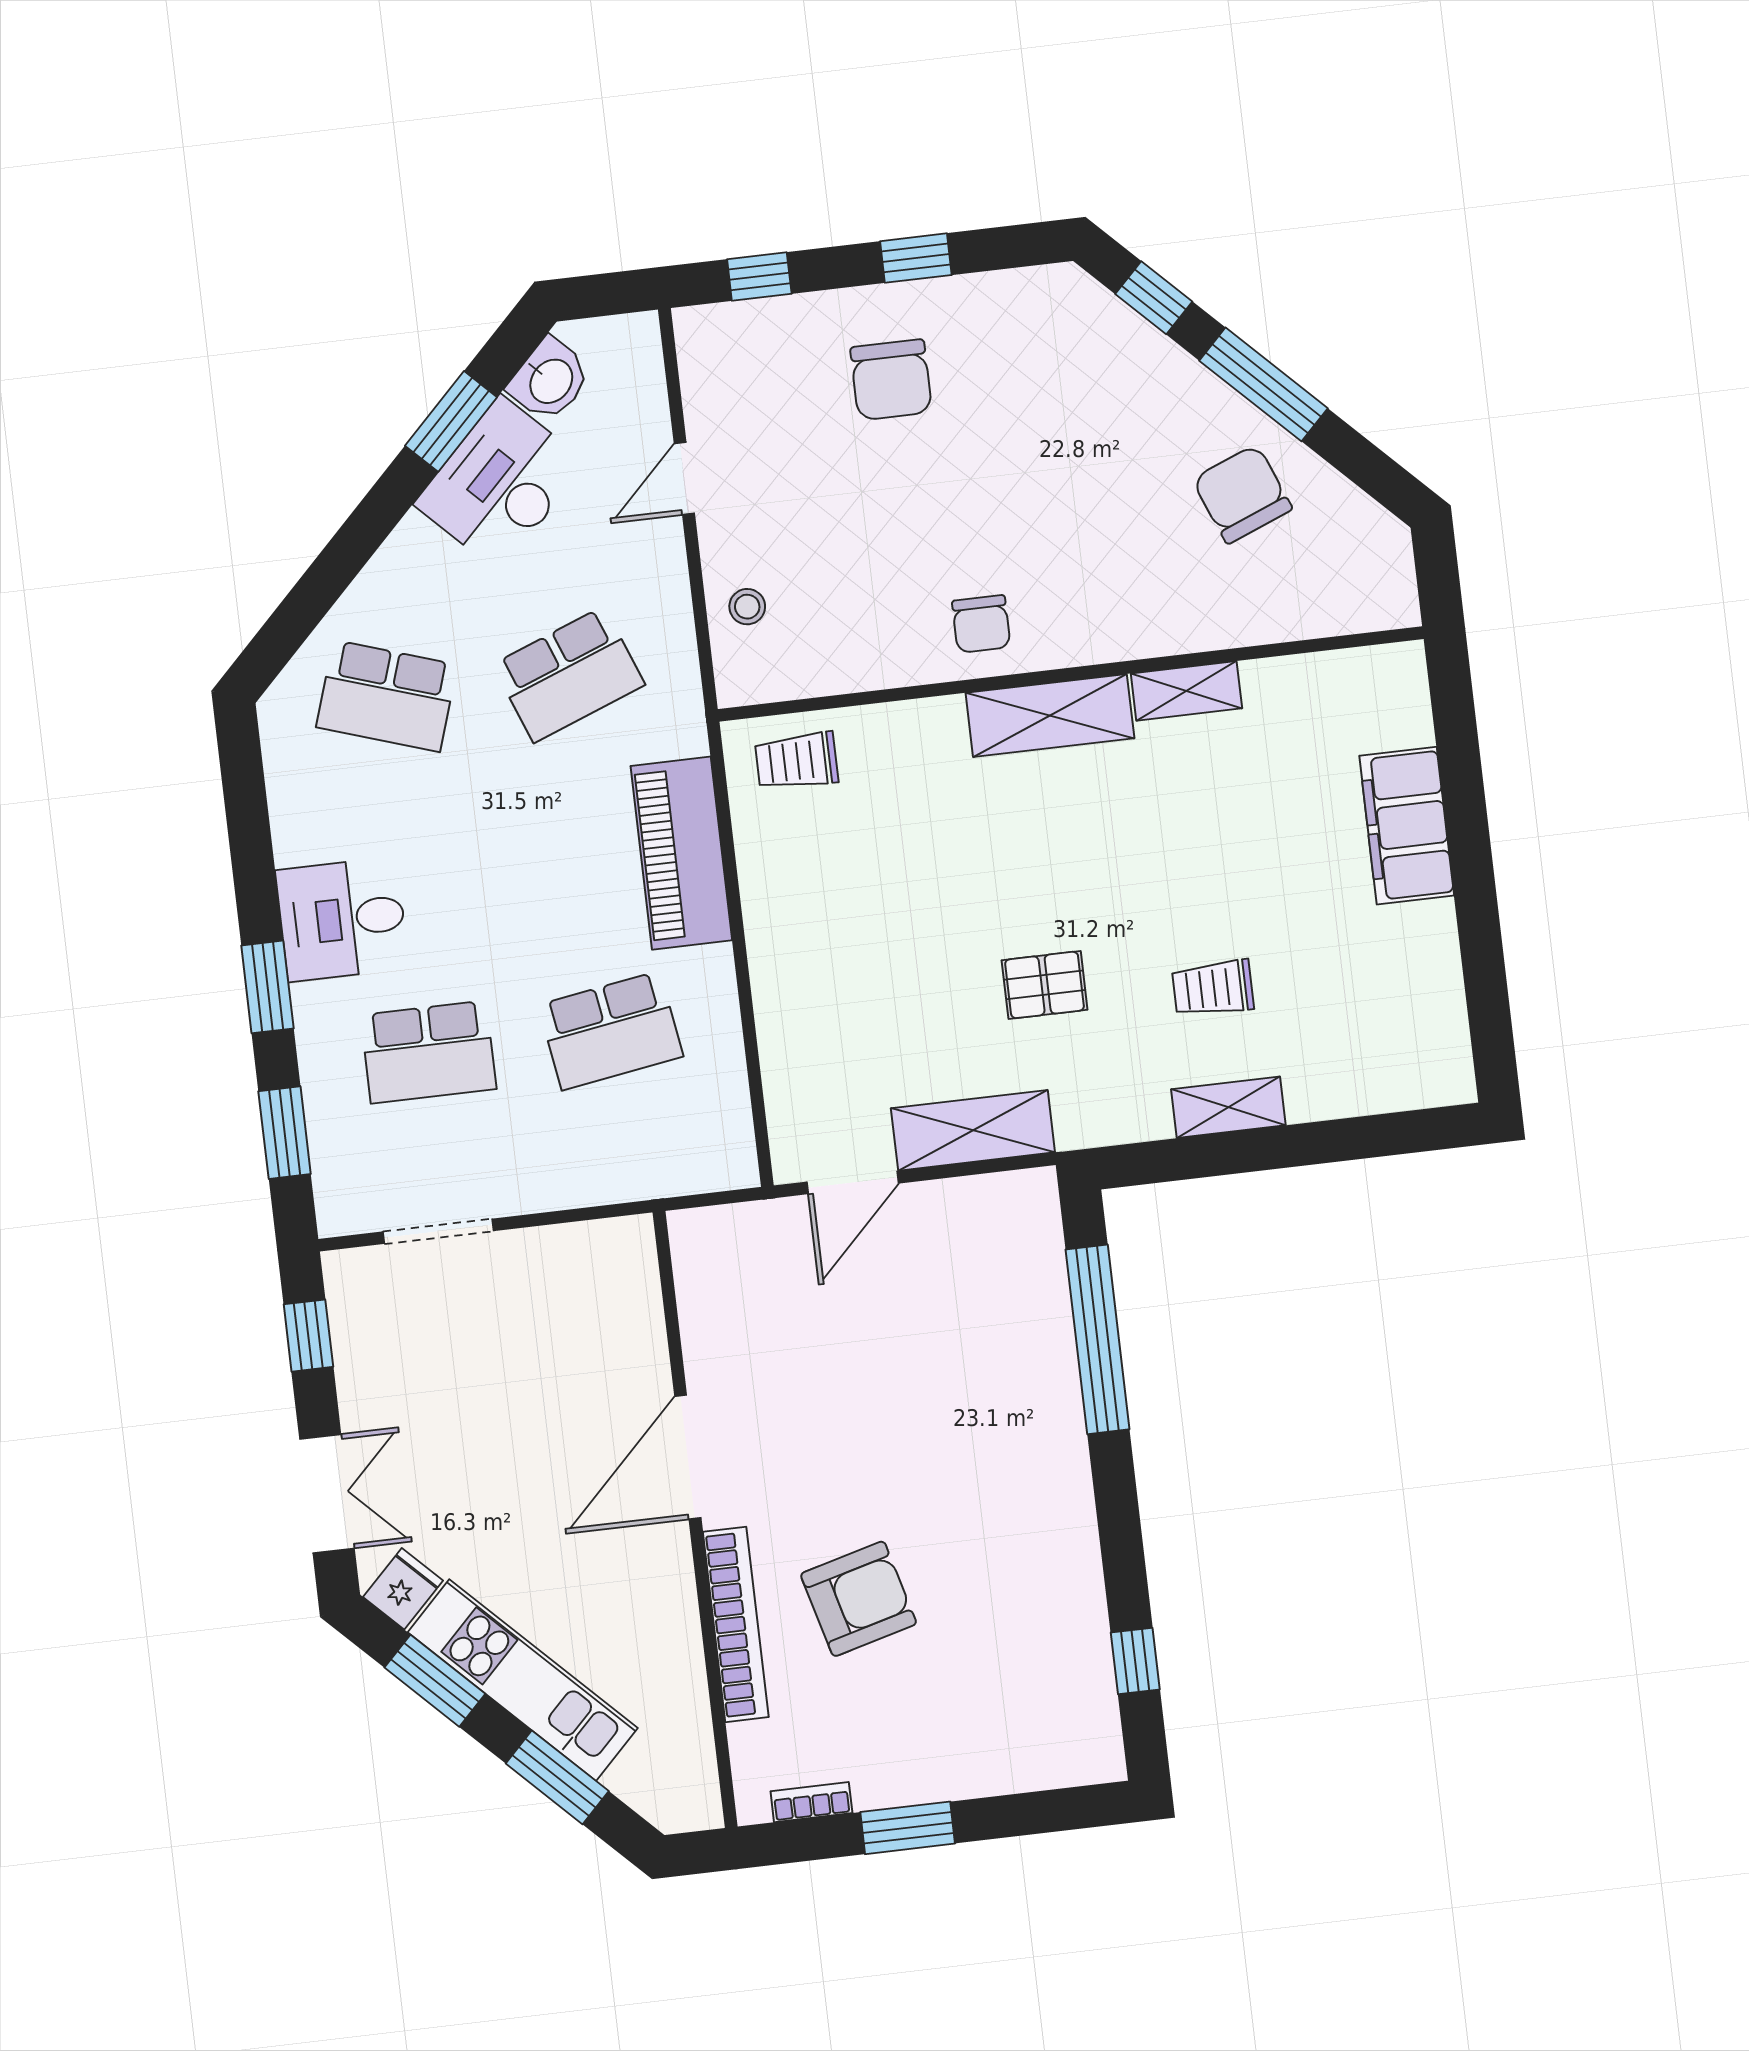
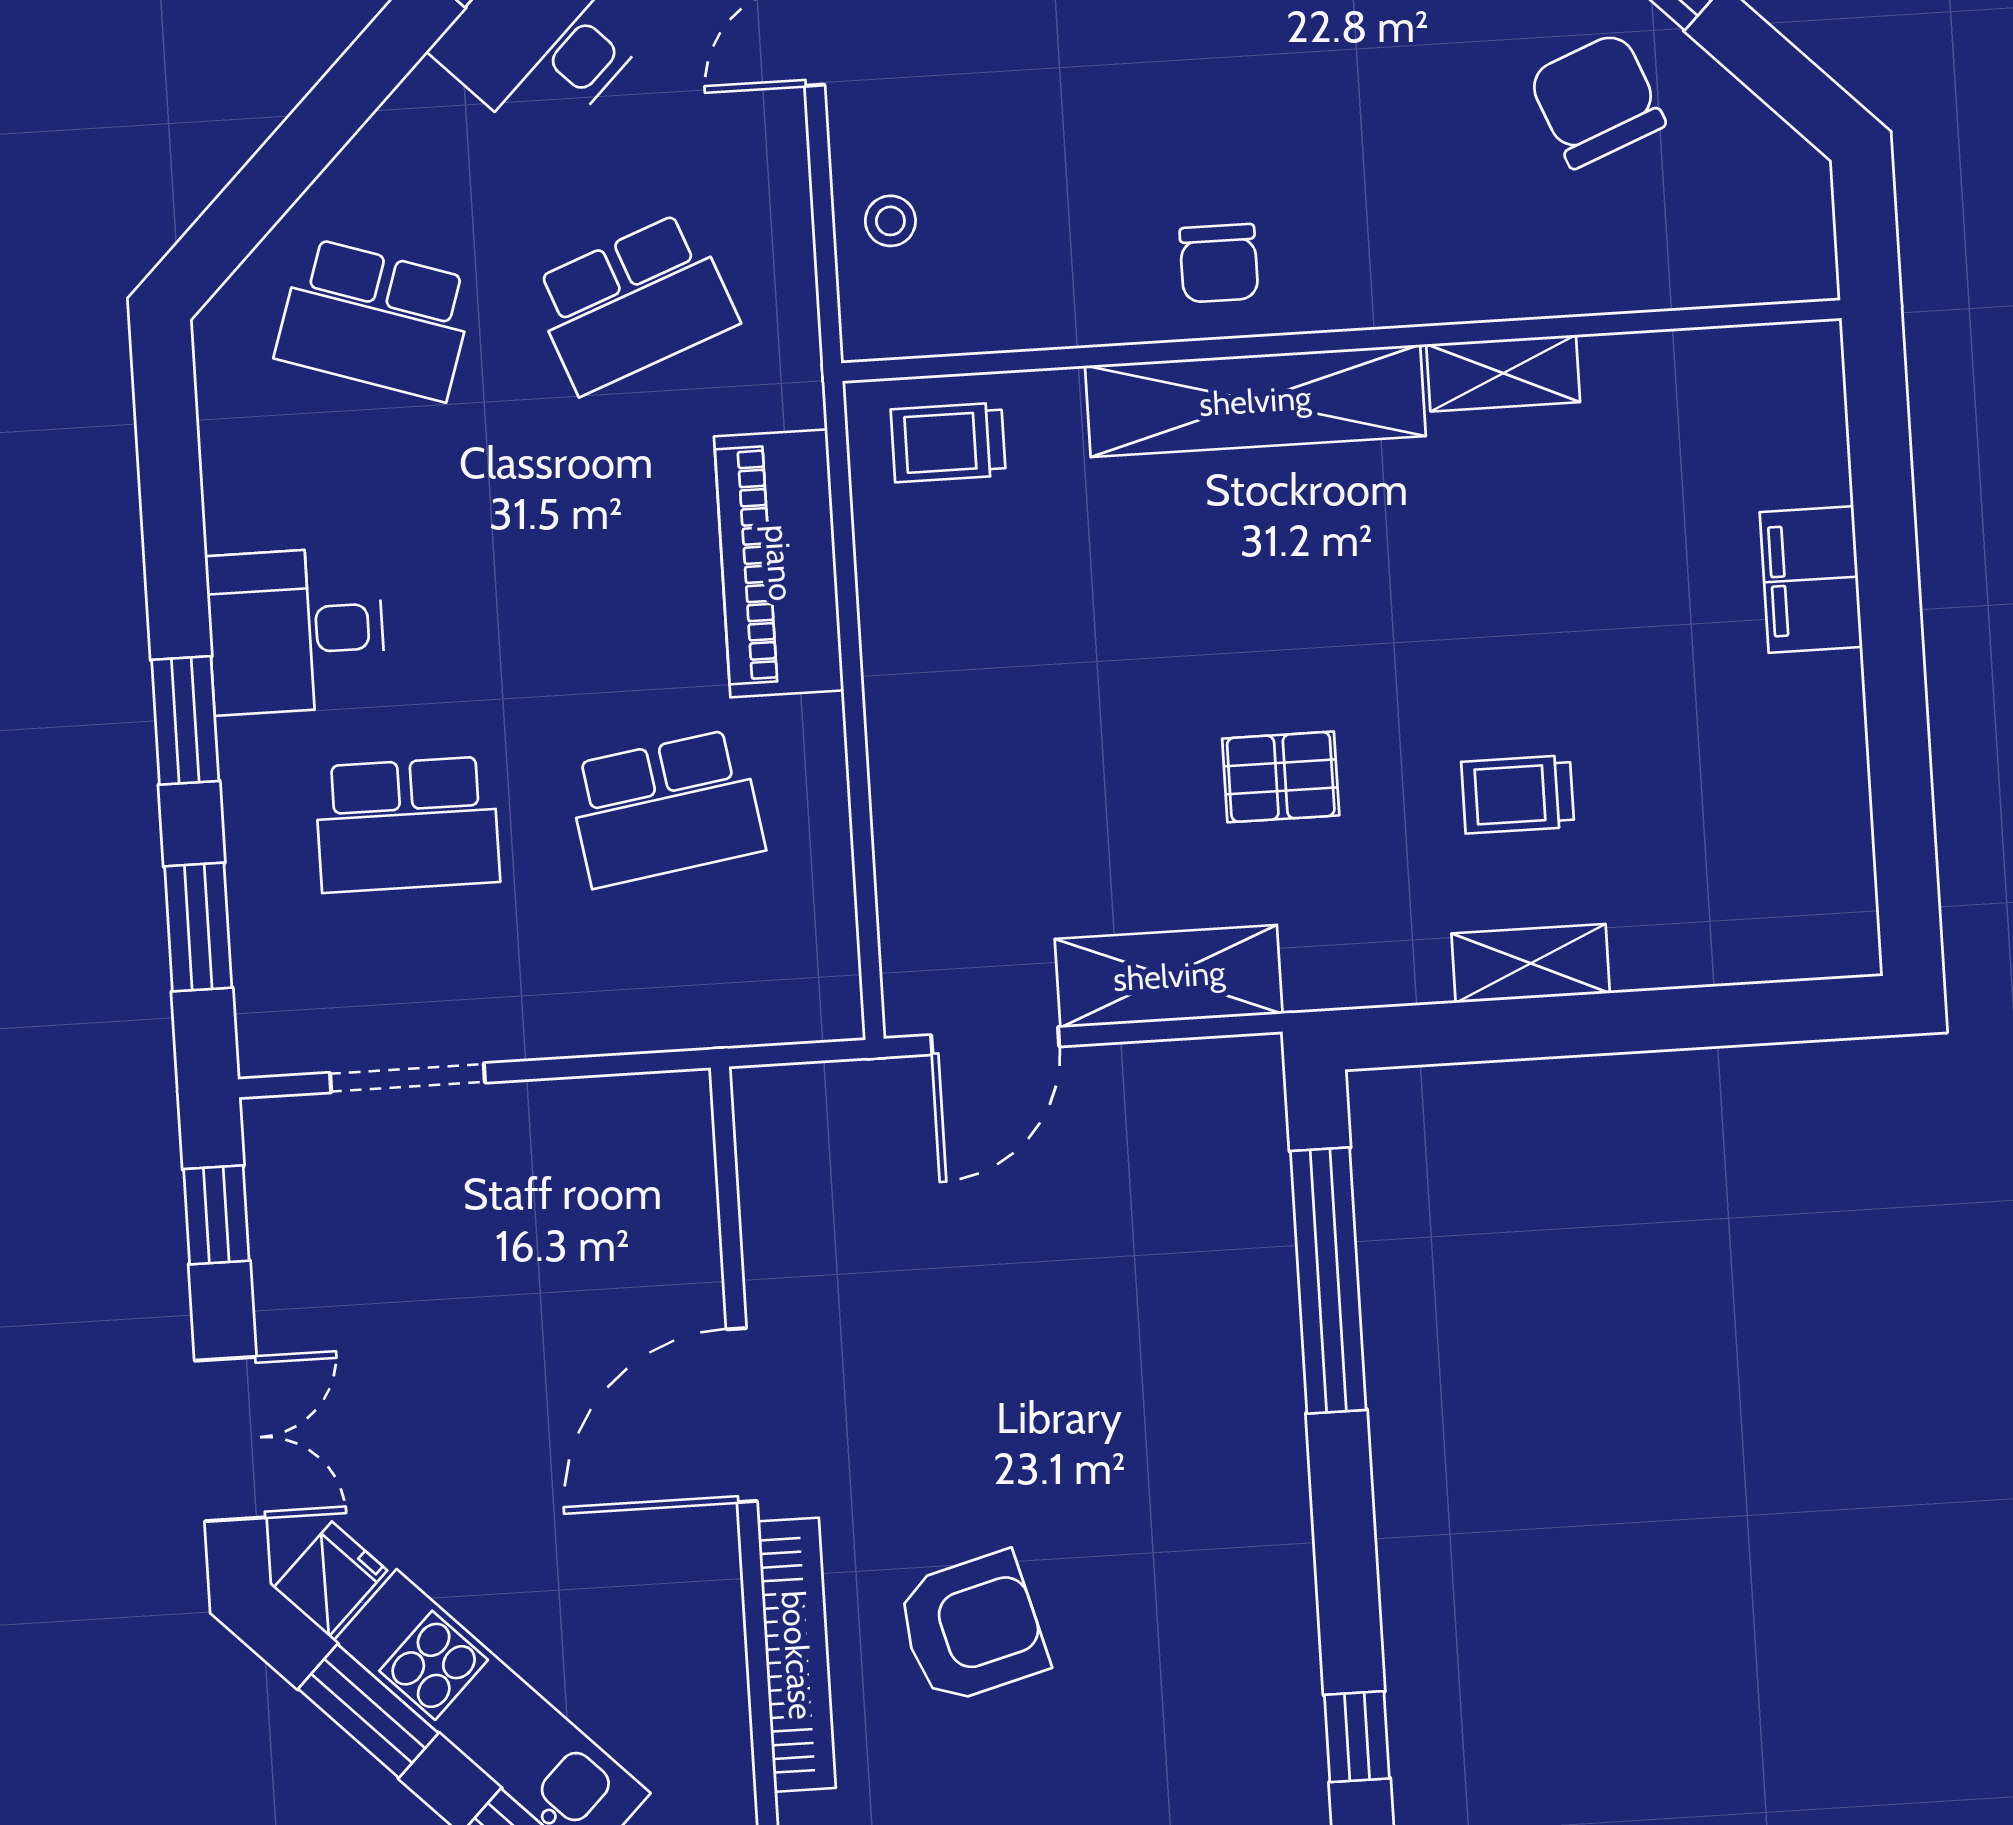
shelving: (1050, 716) -> (1255, 401), width x1.47
filing cabinet: (1407, 826) -> (1811, 579), width x0.67, depth x0.86

